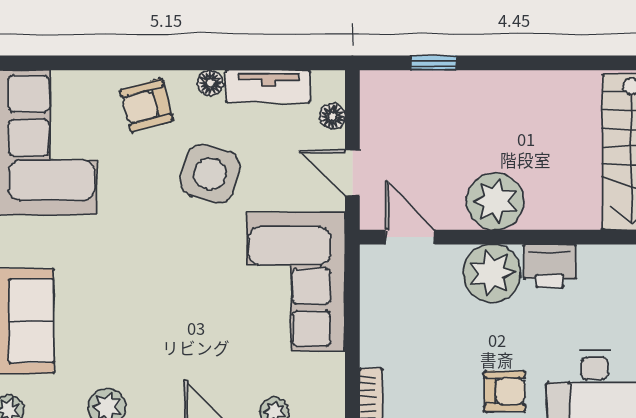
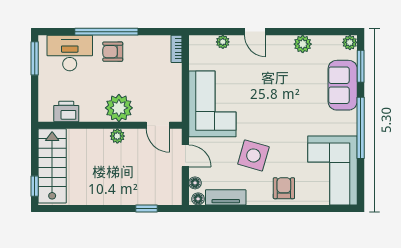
floor lamp: (210, 83) -> (198, 199), moved
armchair: (146, 105) -> (284, 188), turned -75
plant: (495, 201) -> (117, 136), width x0.53, depth x0.53
printer: (550, 266) -> (66, 112), moved

